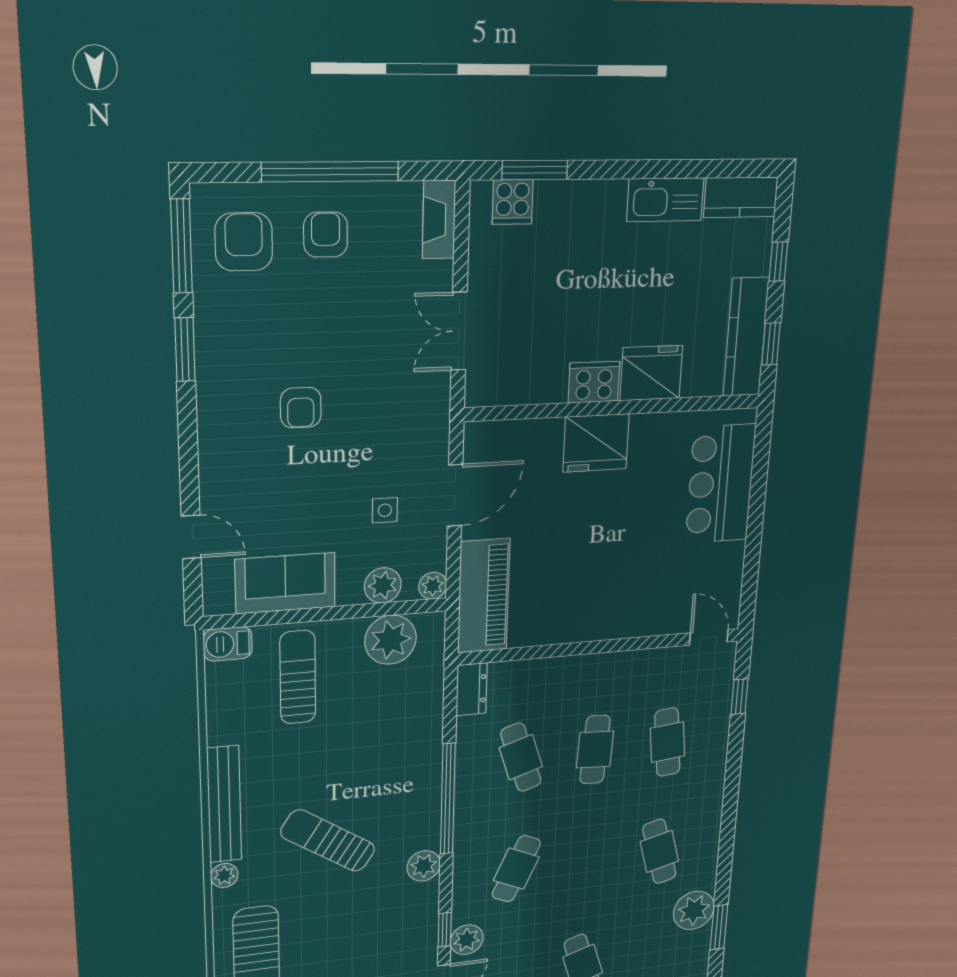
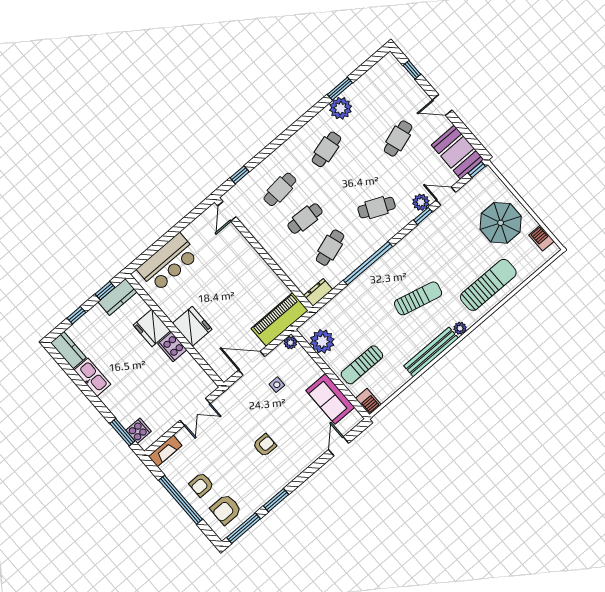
kitchen counter: (746, 337) -> (118, 297), width x0.67
plant: (383, 585) -> (304, 362), removed
sun lounger: (328, 841) -> (418, 298), turned -109
plant: (424, 866) -> (402, 249), removed

